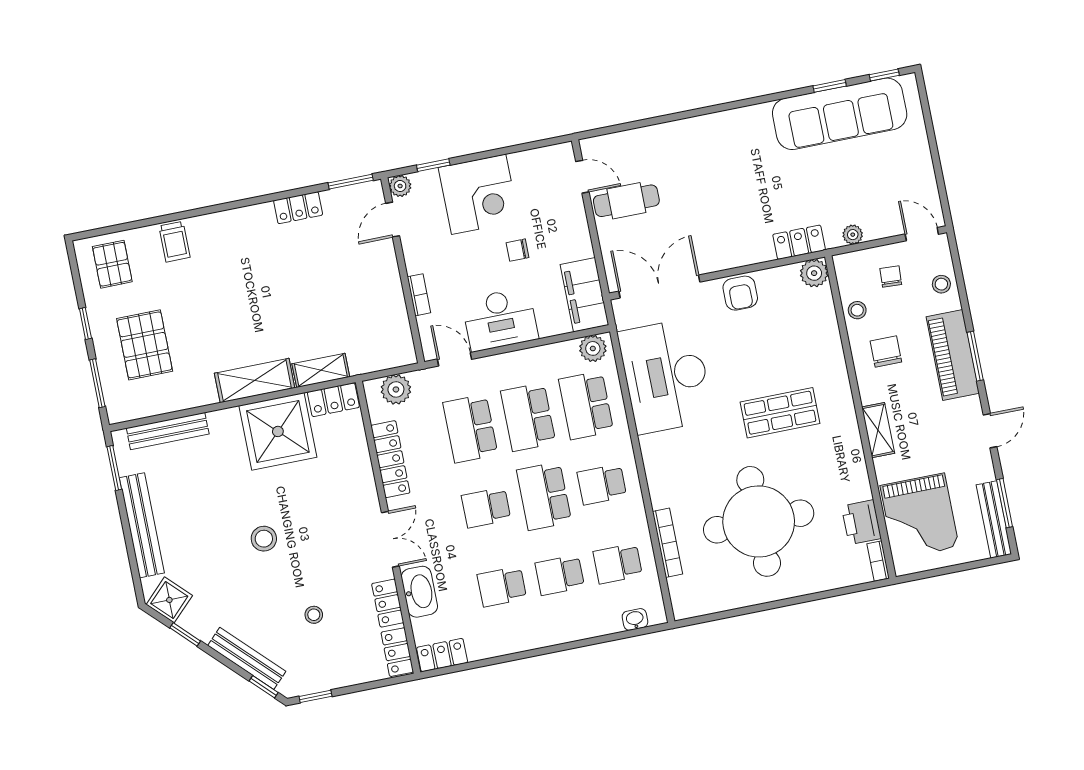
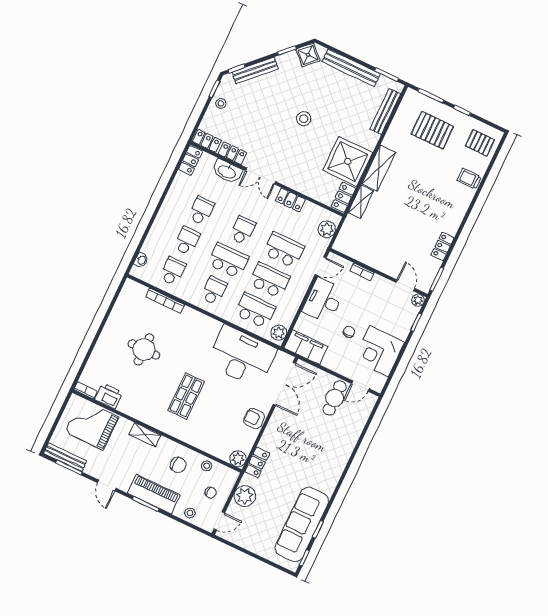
corner desk: (479, 194) -> (379, 351), moved
plant: (853, 235) -> (245, 496), width x1.87, depth x1.87
locker: (390, 459) -> (290, 200), width x0.66
round table: (759, 521) -> (144, 349), width x0.54, depth x0.54
stool: (314, 615) -> (221, 103), moved

